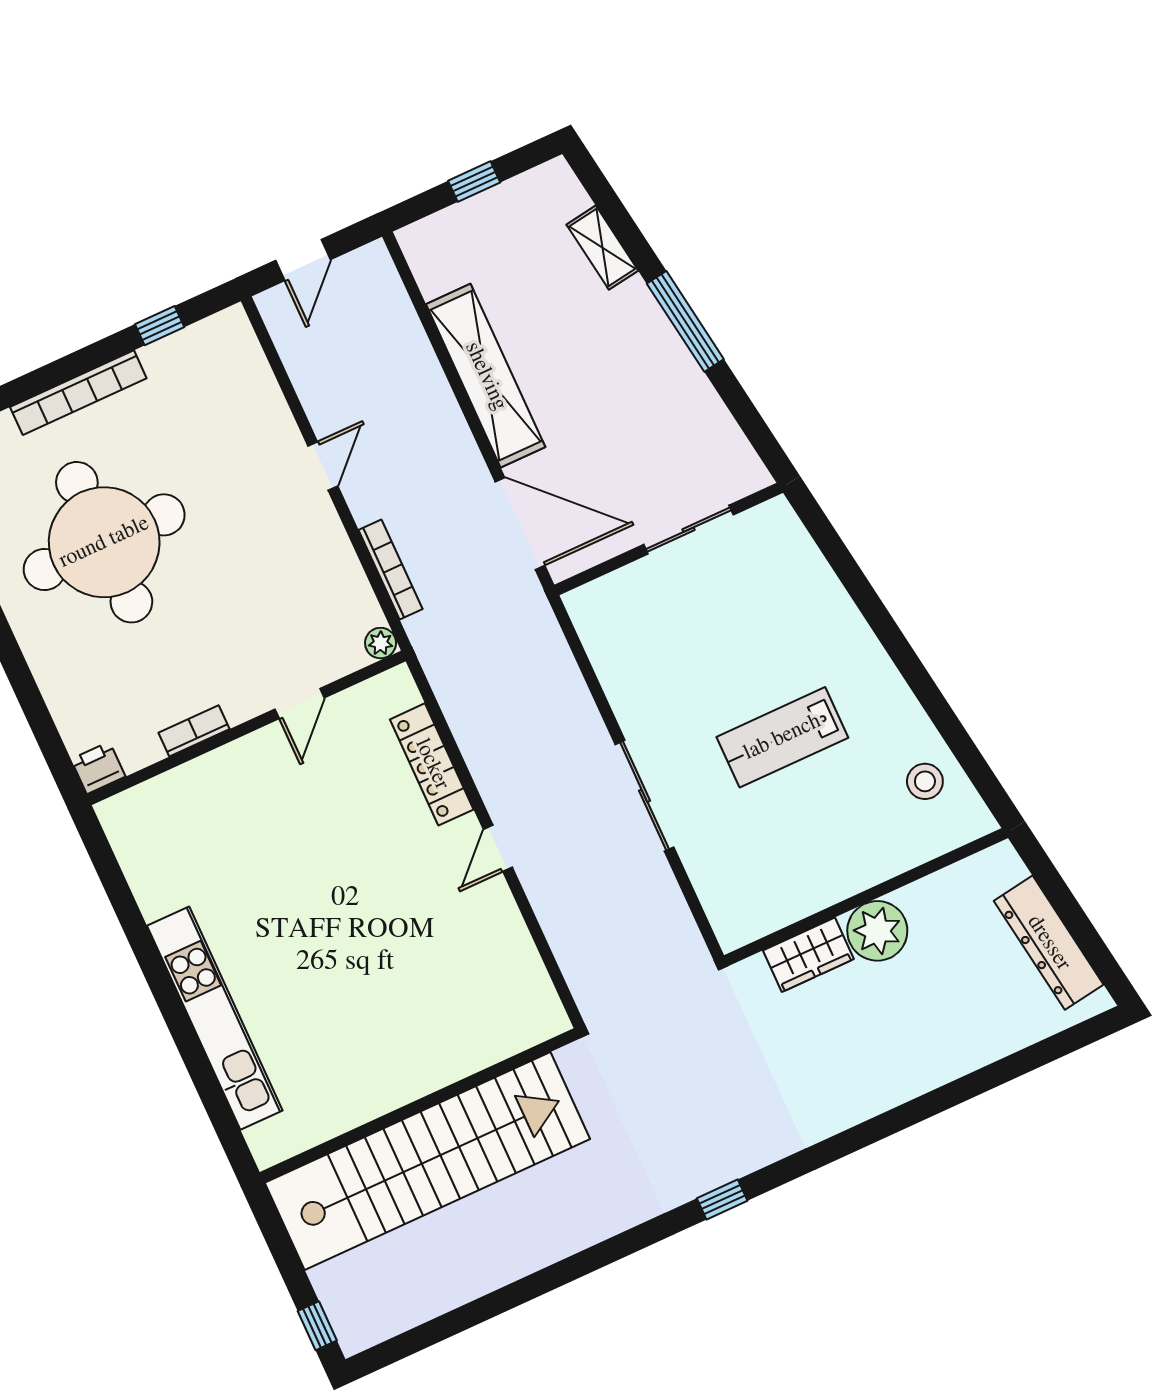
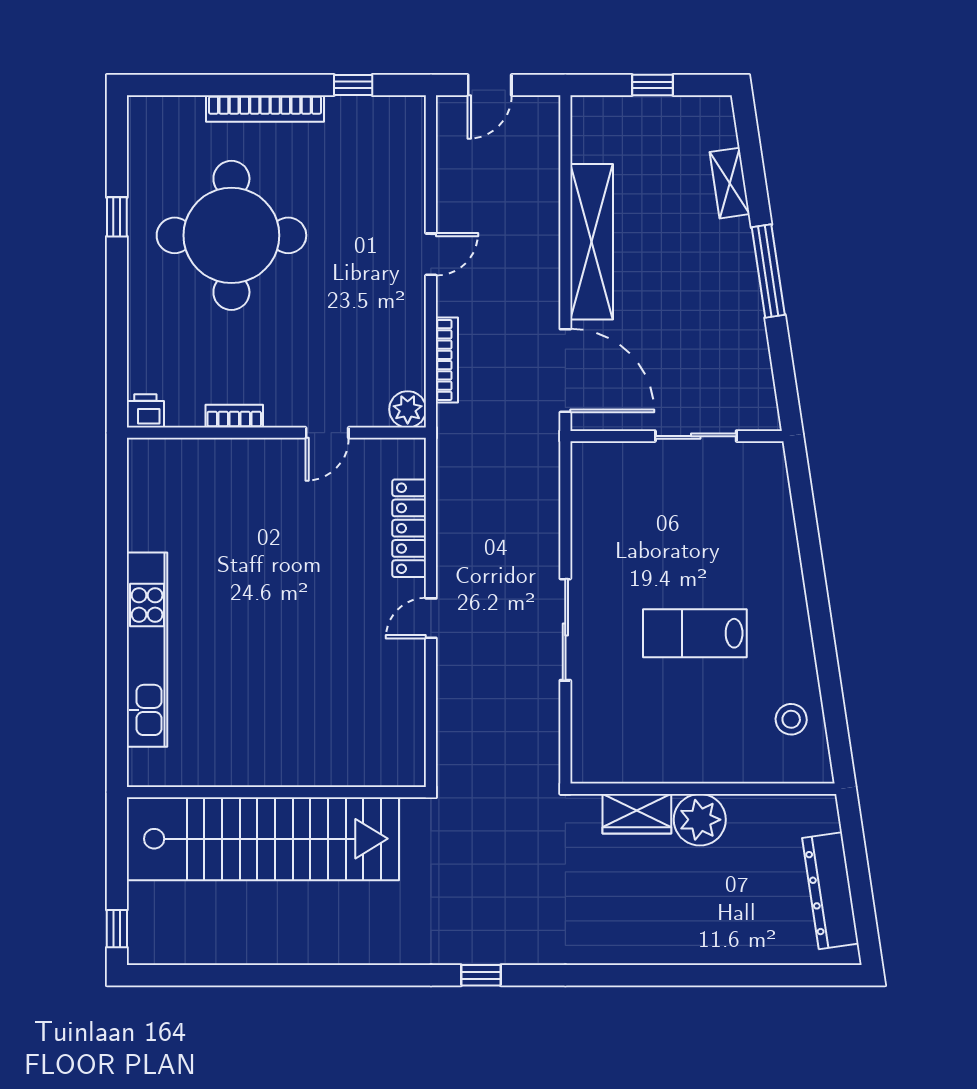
plant: (381, 643) -> (408, 409), width x1.38, depth x1.38

